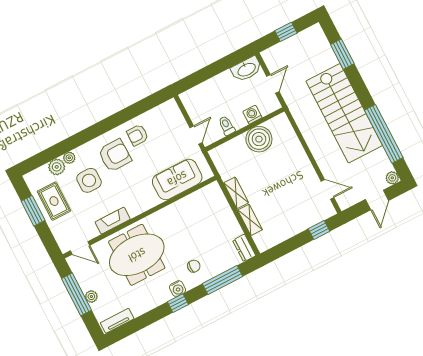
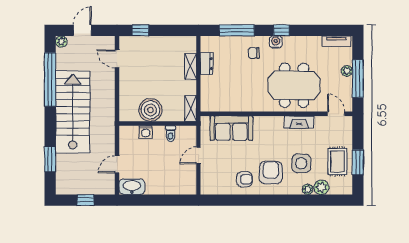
washing machine: (252, 115) -> (146, 132), moved
toilet: (227, 126) -> (170, 134), moved
wall: (245, 129) -> (158, 123), moved
boiler: (259, 139) -> (150, 110), moved
armchair: (115, 155) -> (271, 173), turned 91
shelving: (236, 193) -> (190, 108), moved
dresser: (244, 248) -> (207, 64), moved

